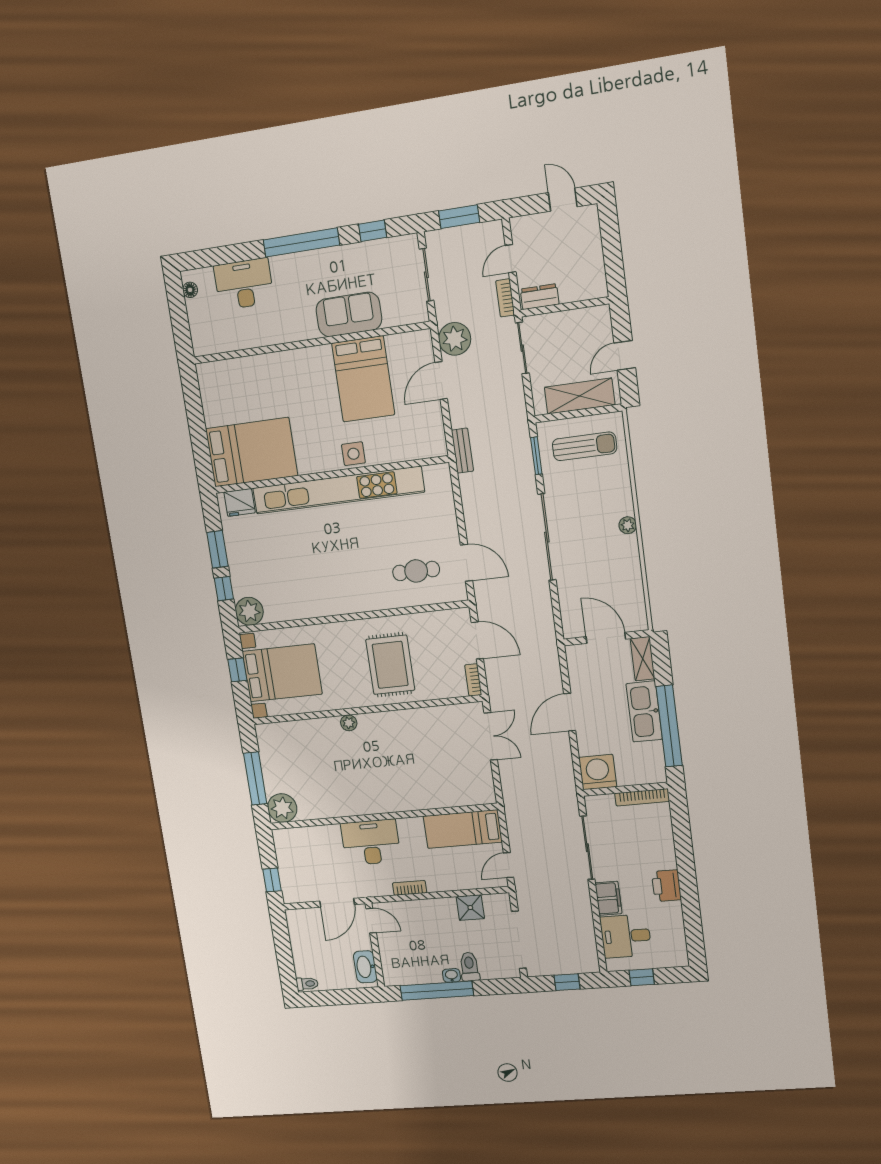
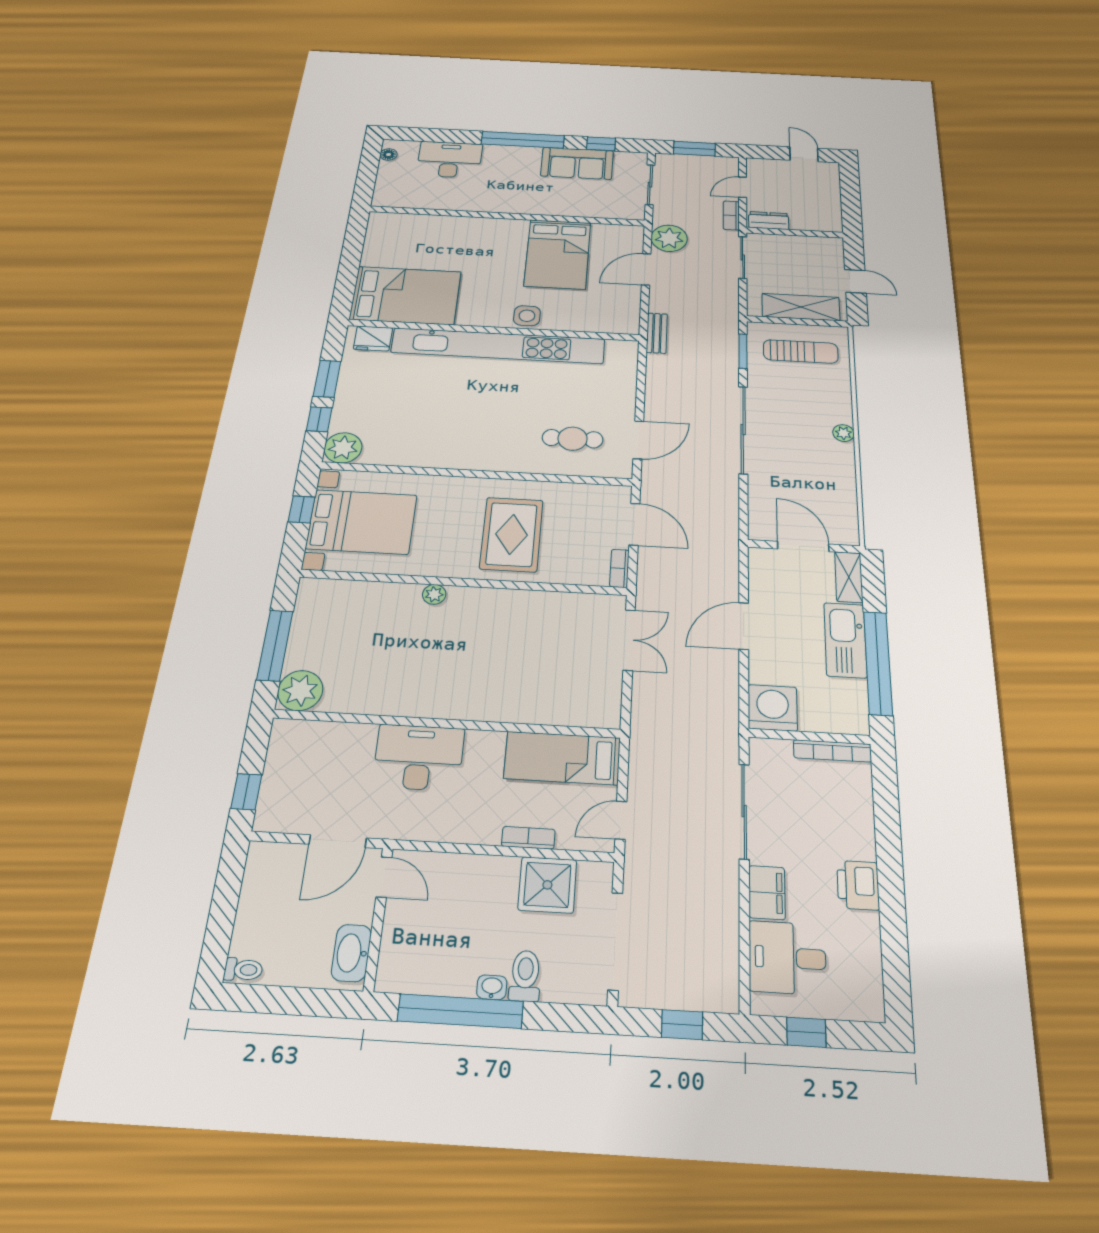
sofa: (349, 314) -> (577, 163), moved, turned 180
door: (625, 355) -> (855, 281), swing flipped
door: (467, 563) -> (638, 440), hinge flipped
bookcase: (410, 888) -> (528, 838), moved
shower: (470, 908) -> (547, 885), width x1.36, depth x1.36

